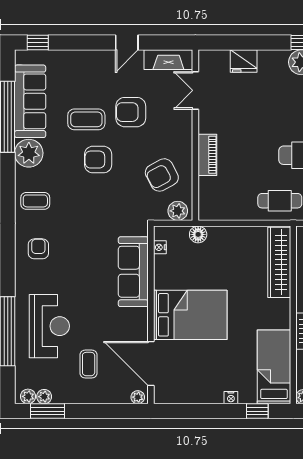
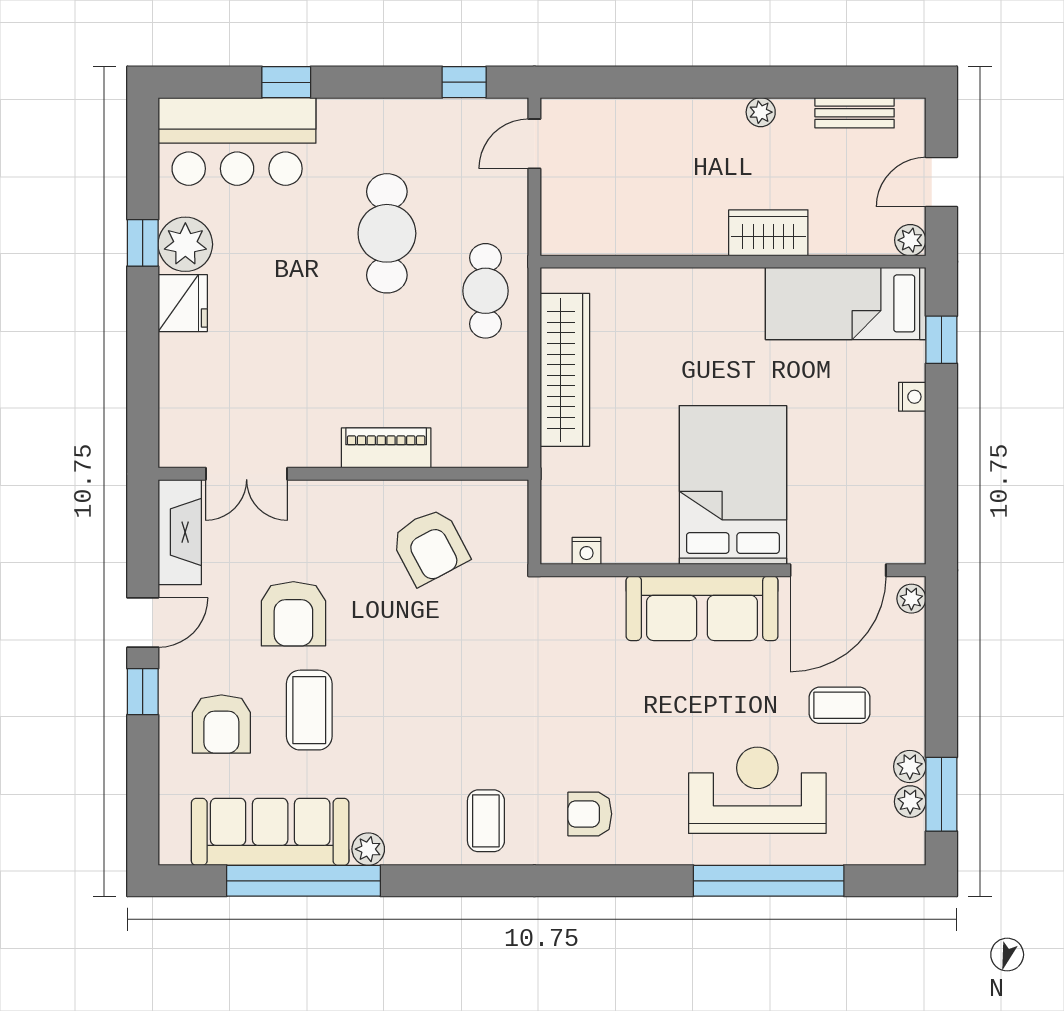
window: (38, 43) -> (143, 692), moved
door: (127, 43) -> (143, 623), hinge flipped
fridge: (244, 61) -> (183, 303), moved
plant: (29, 153) -> (368, 849), width x0.53, depth x0.53
armchair: (98, 160) -> (221, 724), moved
plant: (178, 211) -> (508, 512), removed
floor lamp: (198, 234) -> (559, 468), removed
wardrobe: (279, 262) -> (565, 370), moved, turned -90
sofa: (133, 272) -> (702, 608), moved
plant: (28, 396) -> (910, 767), moved

